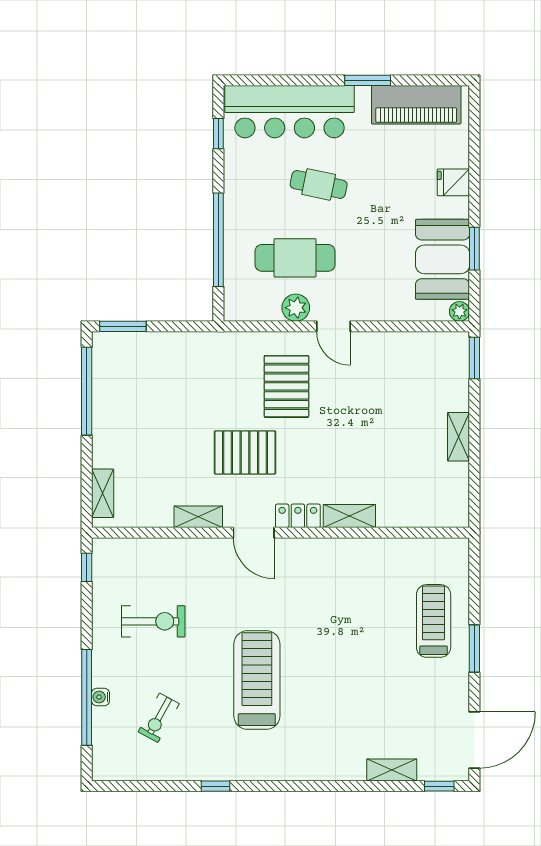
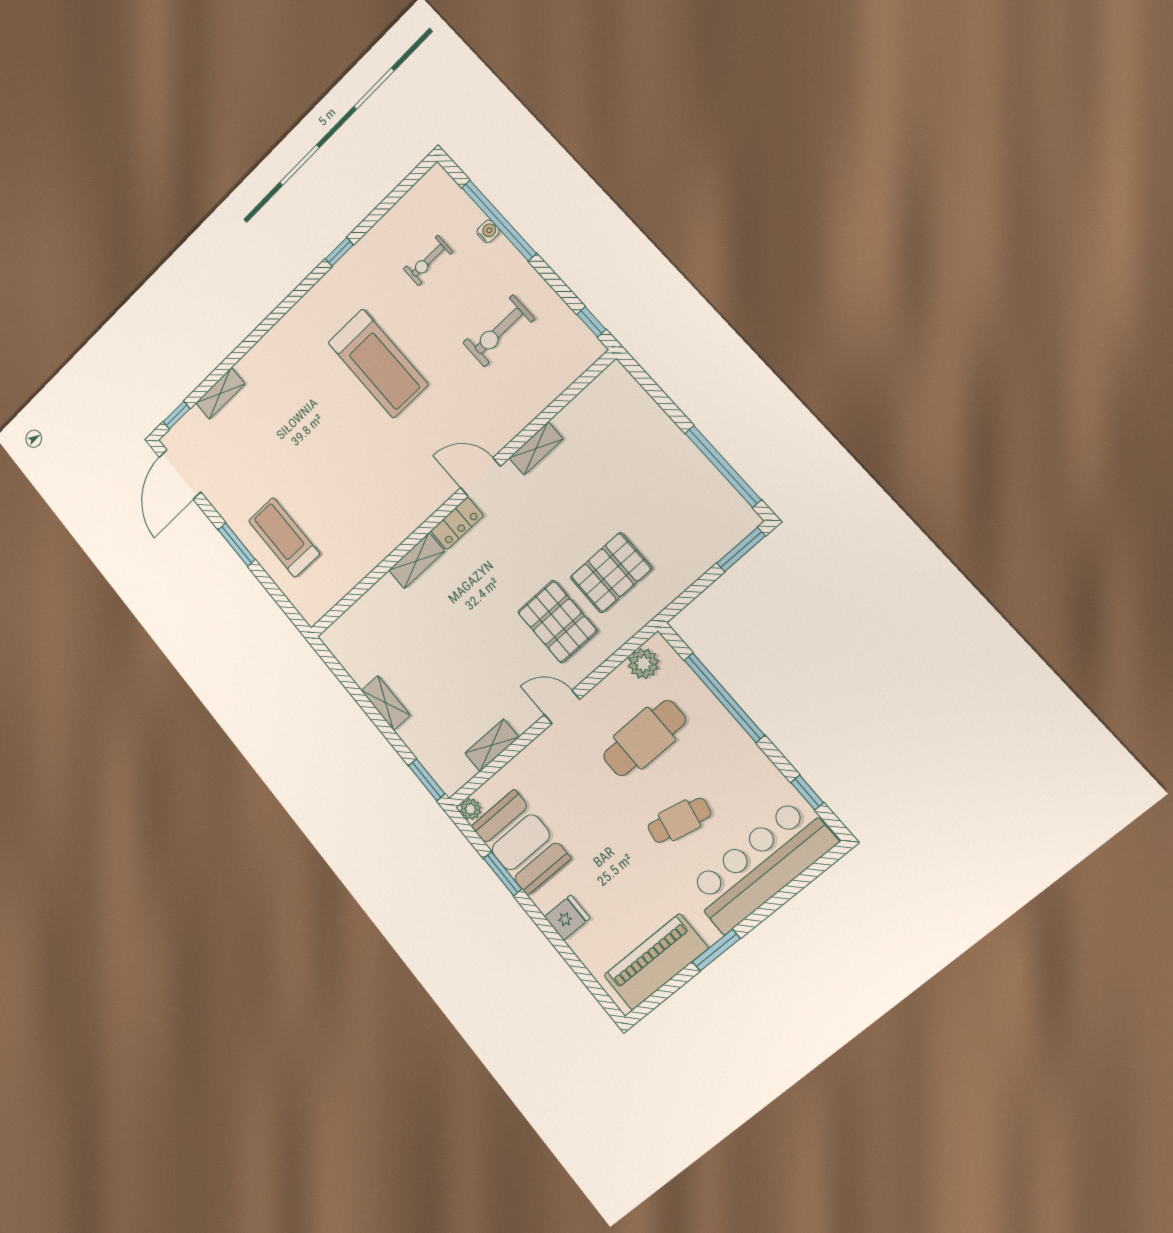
plant: (296, 308) -> (643, 664), moved
pallet: (245, 452) -> (611, 573), moved
shelving: (103, 493) -> (492, 745), moved, turned 90
treadmill: (434, 621) -> (284, 537), turned 180
exercise bike: (159, 718) -> (428, 260), turned -119

